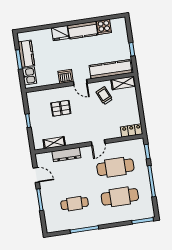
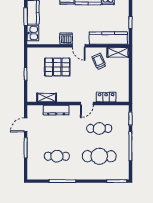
pallet: (61, 108) -> (57, 67), width x1.50, depth x1.42
locker: (132, 130) -> (106, 97), moved
cafe table: (115, 167) -> (99, 128), width x0.73, depth x0.74
door: (36, 175) -> (26, 125), swing flipped

